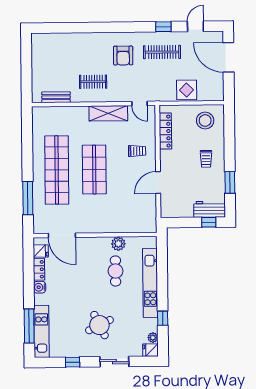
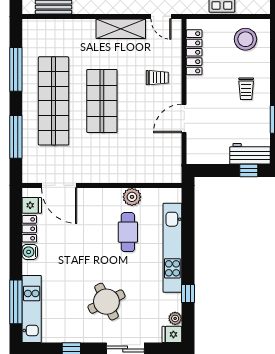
window: (27, 146) -> (16, 69), added

